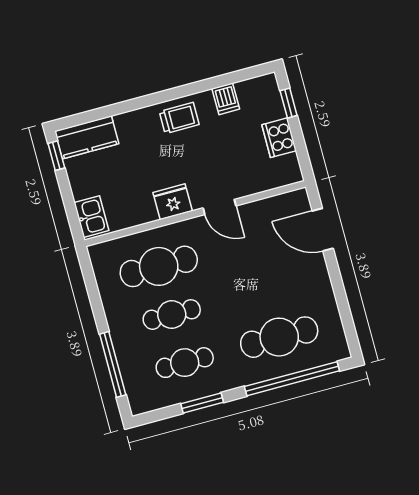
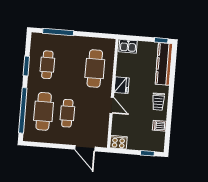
kitchen counter: (87, 137) -> (164, 64), width x1.50
cooker: (279, 138) -> (118, 142), moved
door: (219, 207) -> (112, 105), swing flipped
door: (323, 230) -> (85, 148), swing flipped
cafe table: (172, 314) -> (67, 113), moved

